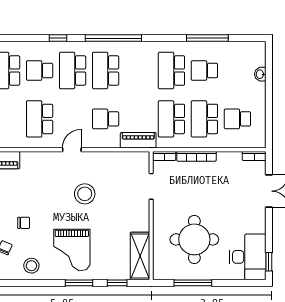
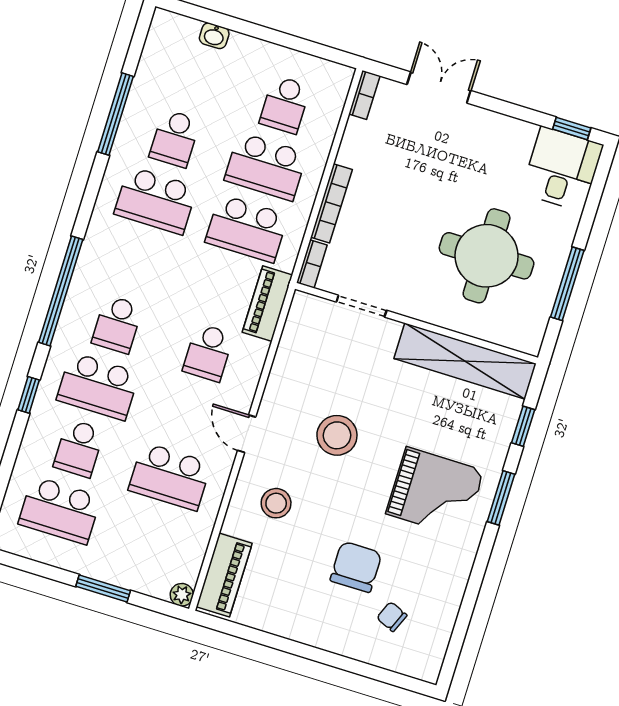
school desk: (106, 70) -> (117, 324), width x0.54
chair: (24, 223) -> (356, 567), width x1.87, depth x1.87
shelving: (140, 256) -> (465, 361), width x1.47
desk: (248, 257) -> (562, 169), width x0.73
stool: (31, 266) -> (276, 503), moved

